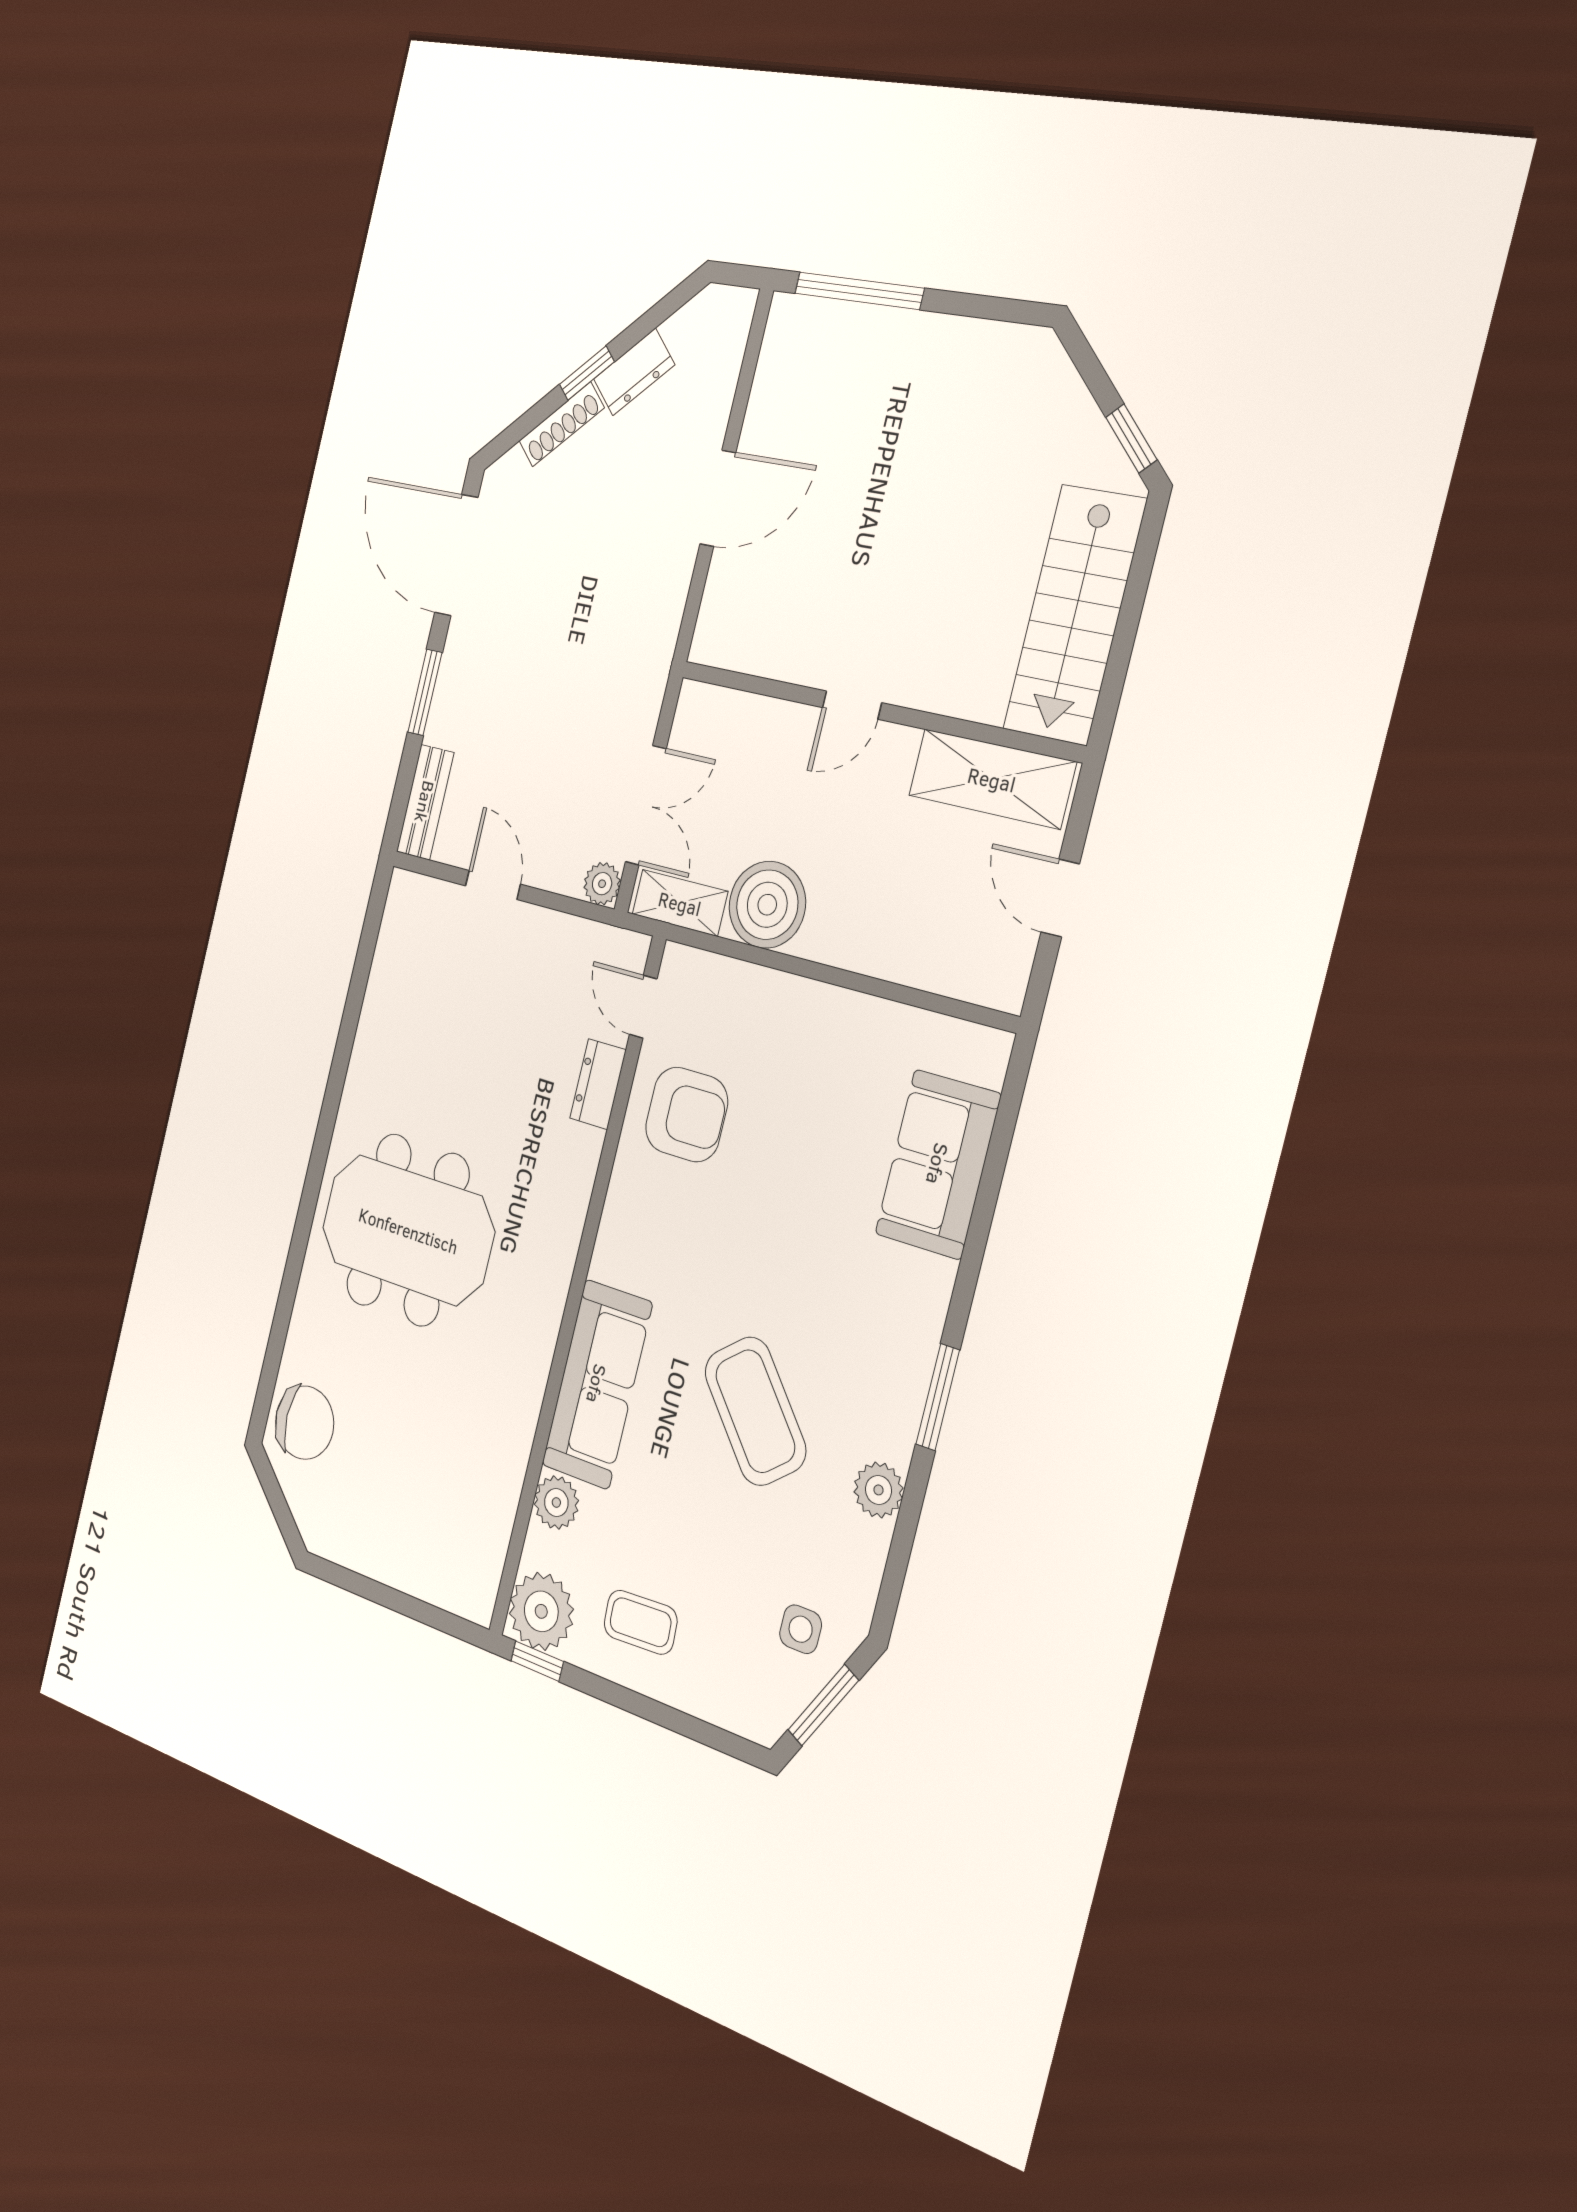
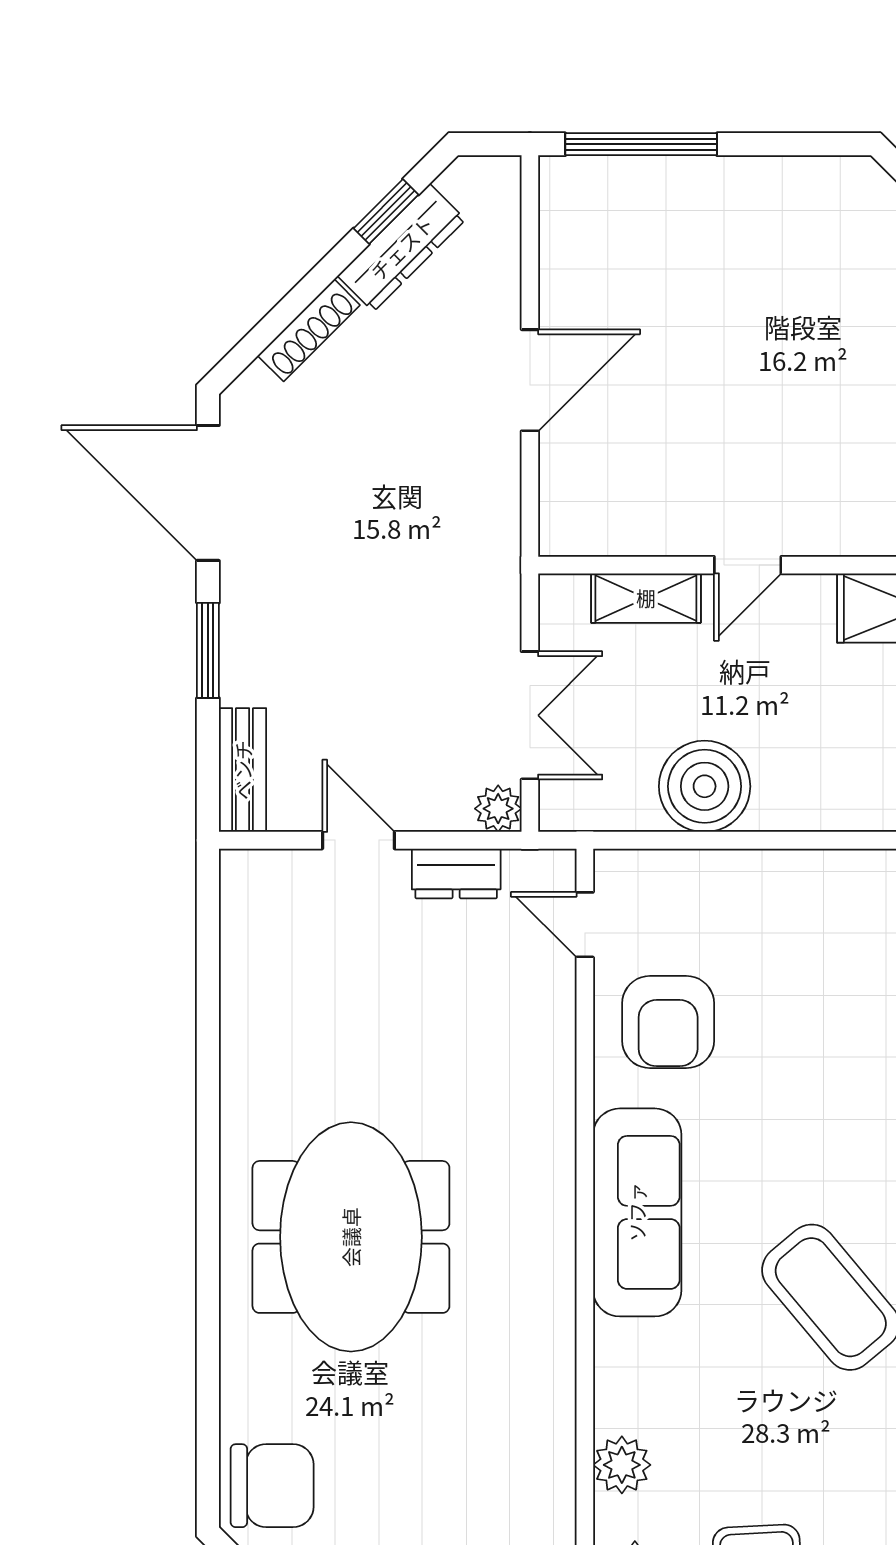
dresser: (634, 372) -> (402, 248), width x1.44
window: (587, 373) -> (386, 211), moved
shelving: (680, 903) -> (646, 598), moved
dresser: (598, 1084) -> (456, 873), moved, turned -90
armchair: (687, 1114) -> (668, 1022), turned 90
meeting table: (408, 1230) -> (351, 1237), turned 90
sofa: (597, 1384) -> (637, 1212), moved

